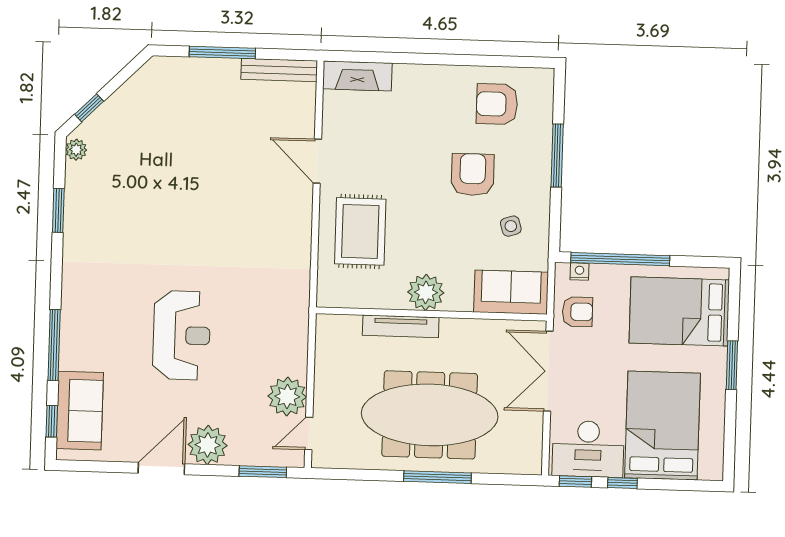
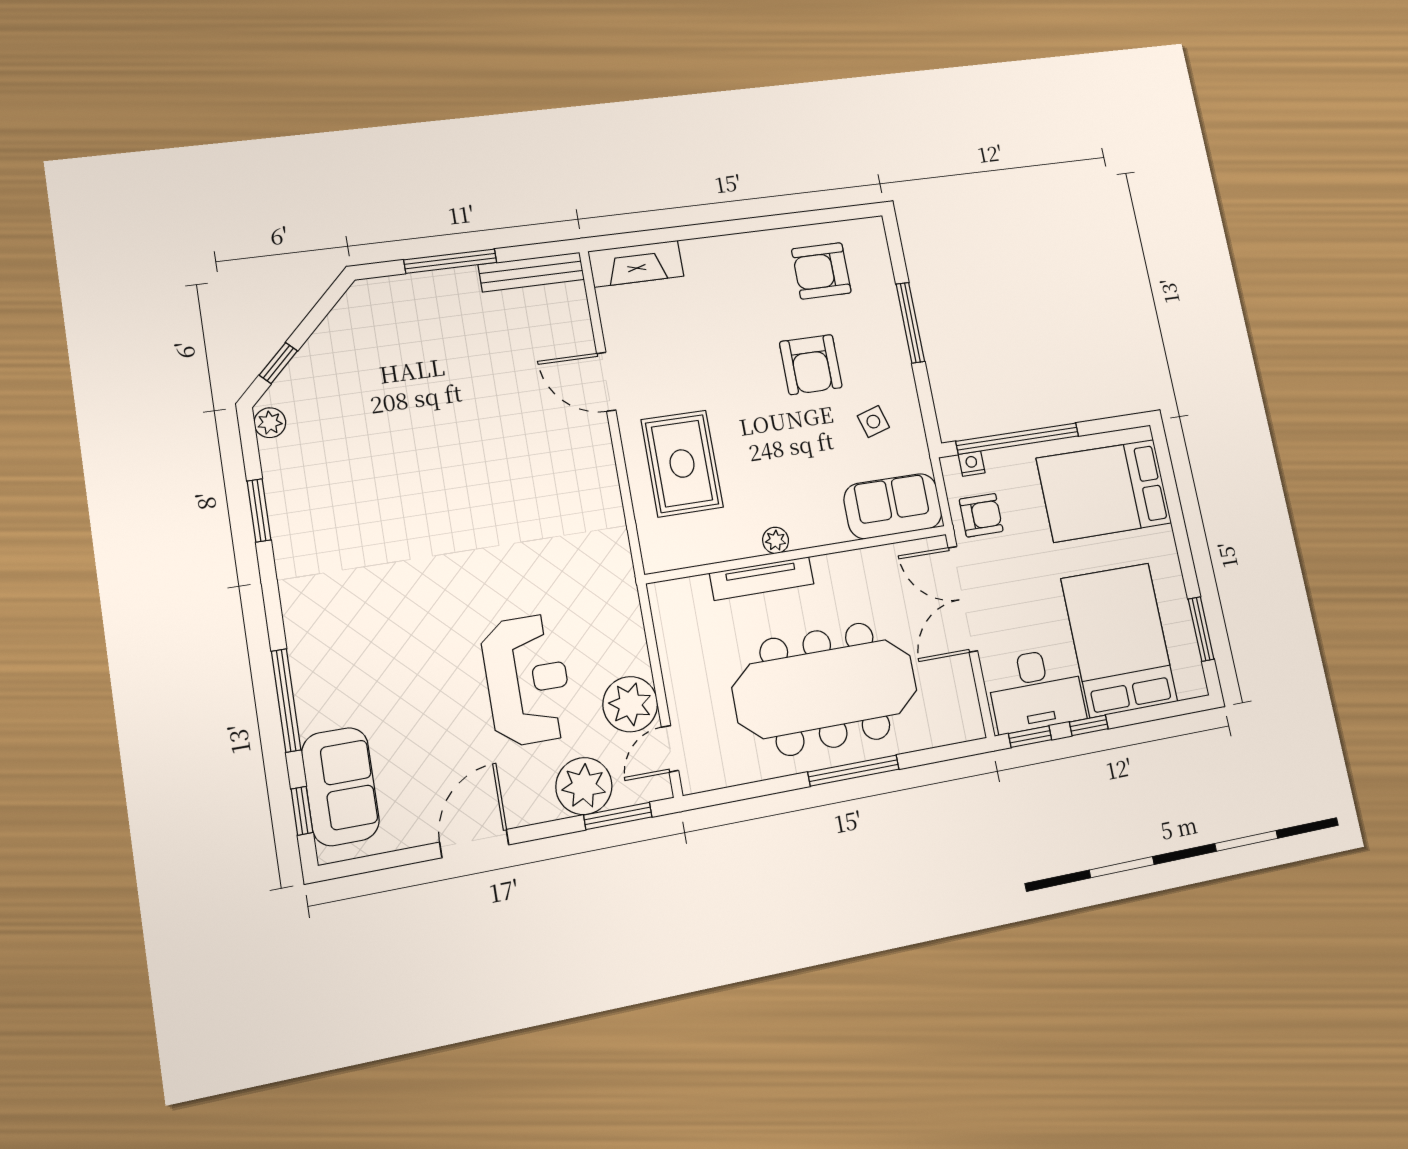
armchair: (473, 175) -> (811, 365), turned 180
plant: (426, 292) -> (776, 540), width x0.53, depth x0.53
reception desk: (182, 335) -> (527, 680), moved
window: (732, 365) -> (1201, 629), moved
plant: (208, 445) -> (584, 786), moved

